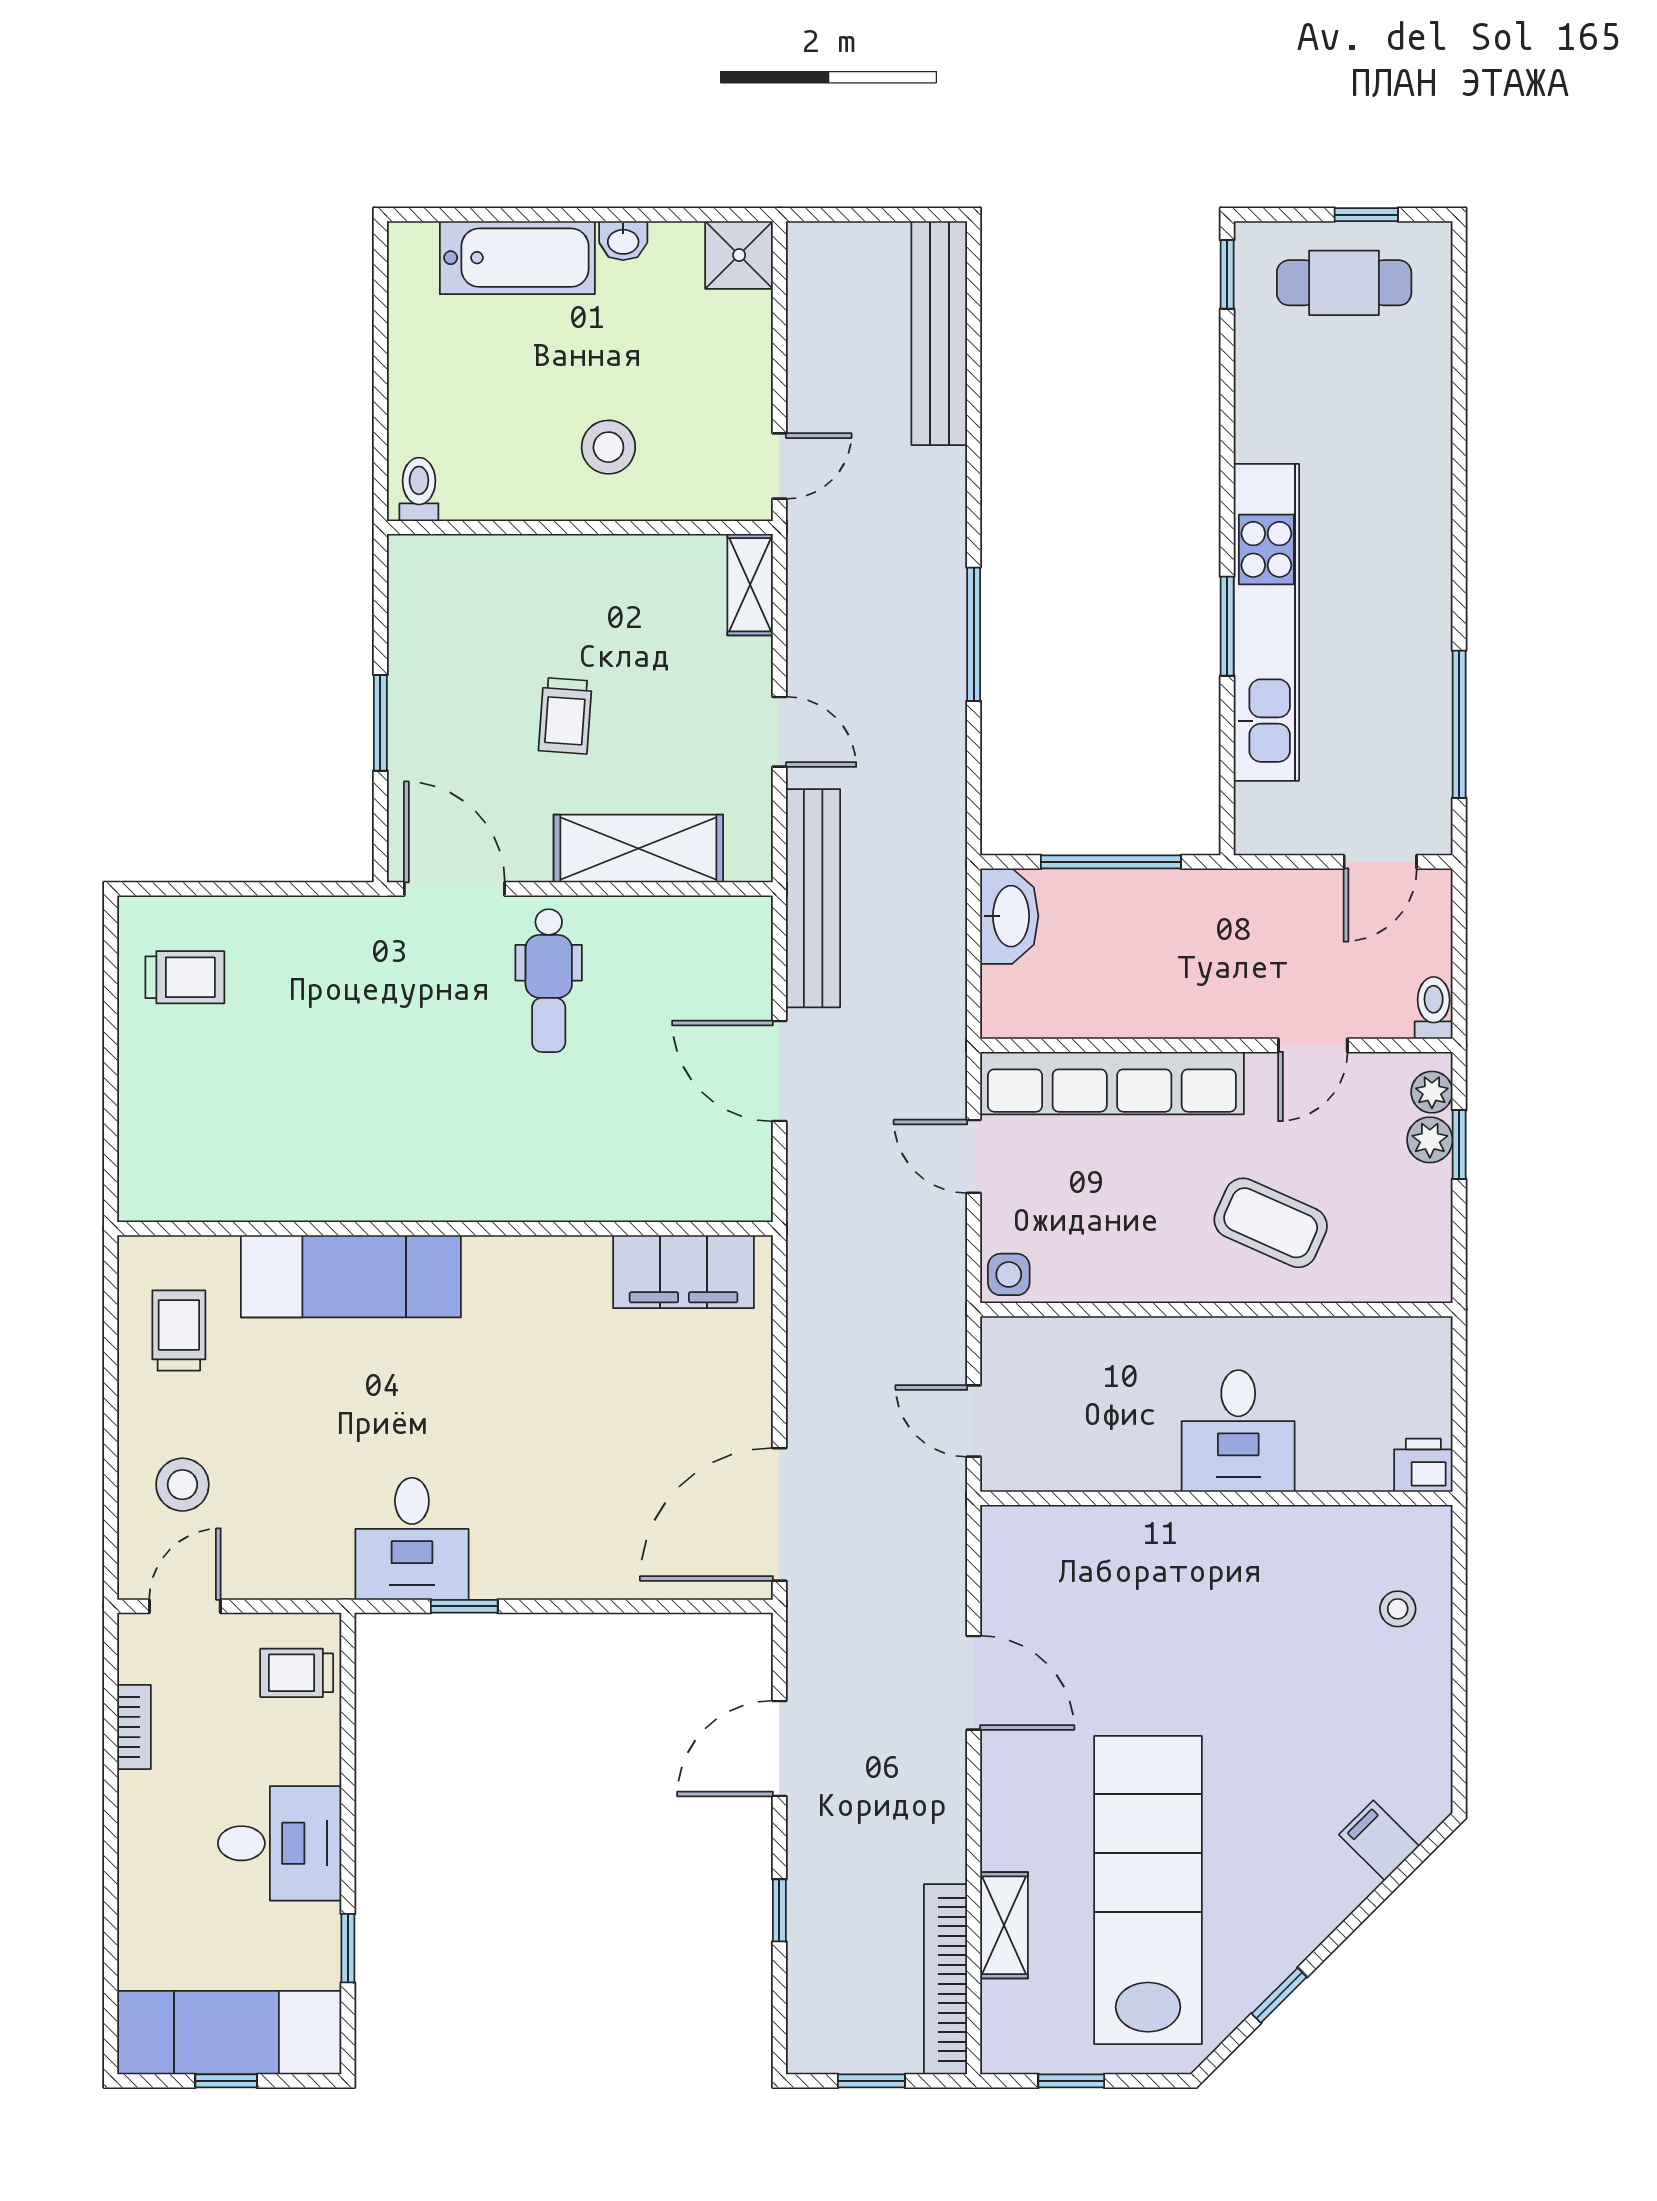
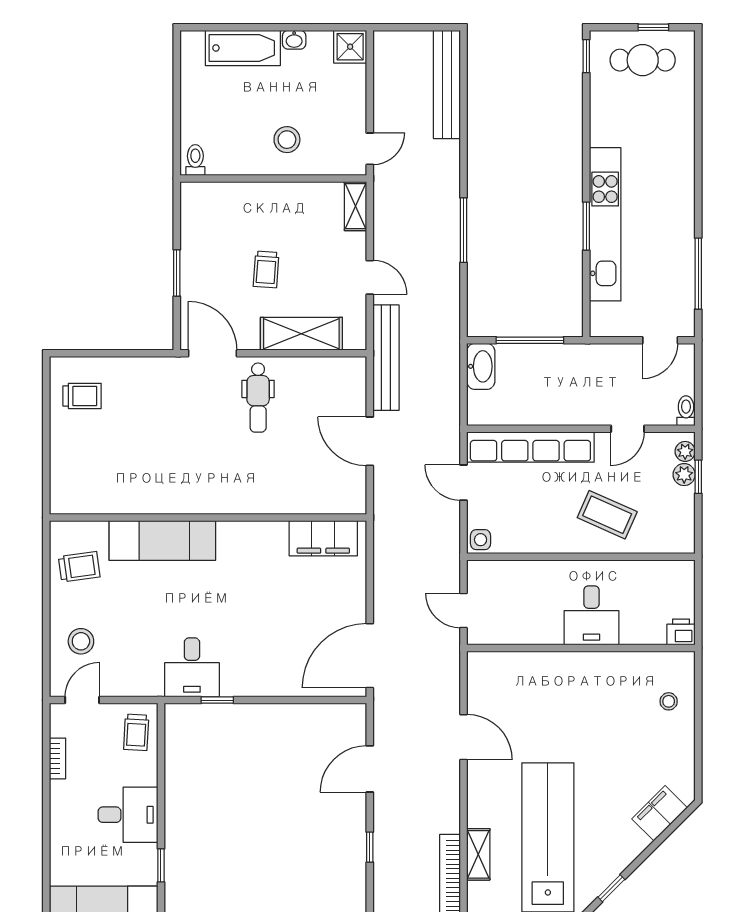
trolley: (179, 1331) -> (79, 567), turned 82
trolley: (297, 1673) -> (136, 732), turned -87
filing cabinet: (1379, 1840) -> (660, 813), width x2.00

